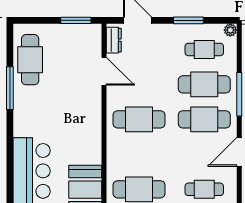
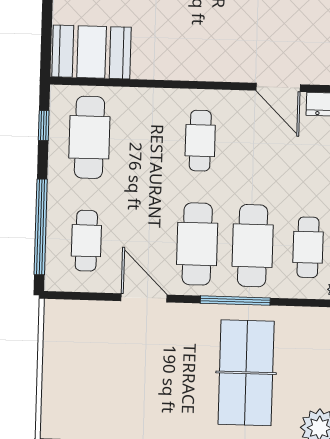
door: (104, 71) -> (278, 87), hinge flipped
cafe table: (139, 119) -> (200, 141), width x0.73, depth x0.74

